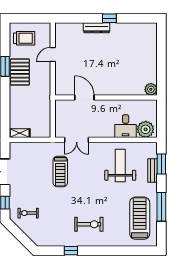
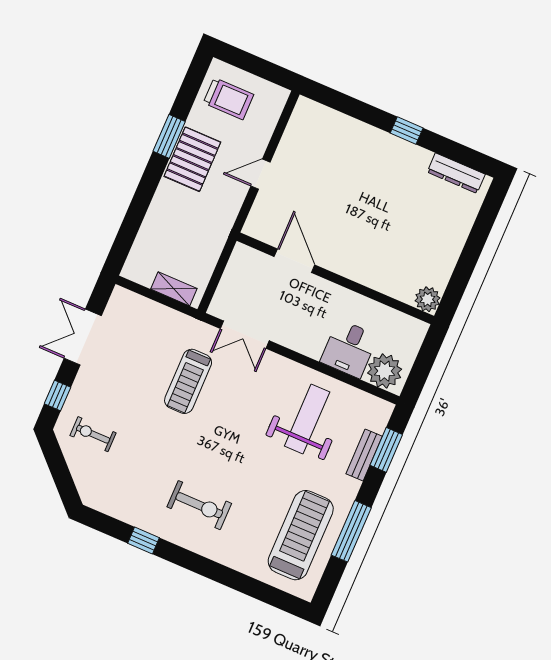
dresser: (97, 28) -> (456, 173), moved
door: (53, 55) -> (260, 174), moved
shelving: (20, 133) -> (174, 289), moved

